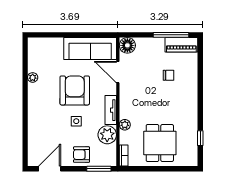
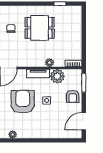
armchair: (75, 90) -> (23, 102), turned 90
dining table: (160, 143) -> (40, 28), moved
door: (50, 169) -> (84, 121), hinge flipped

